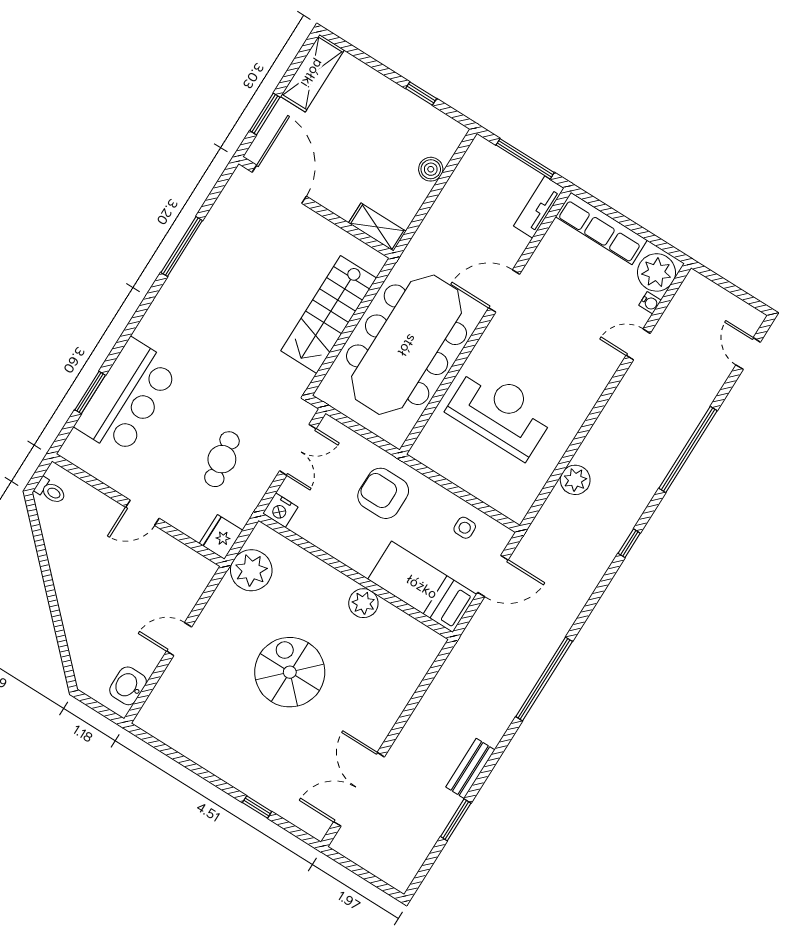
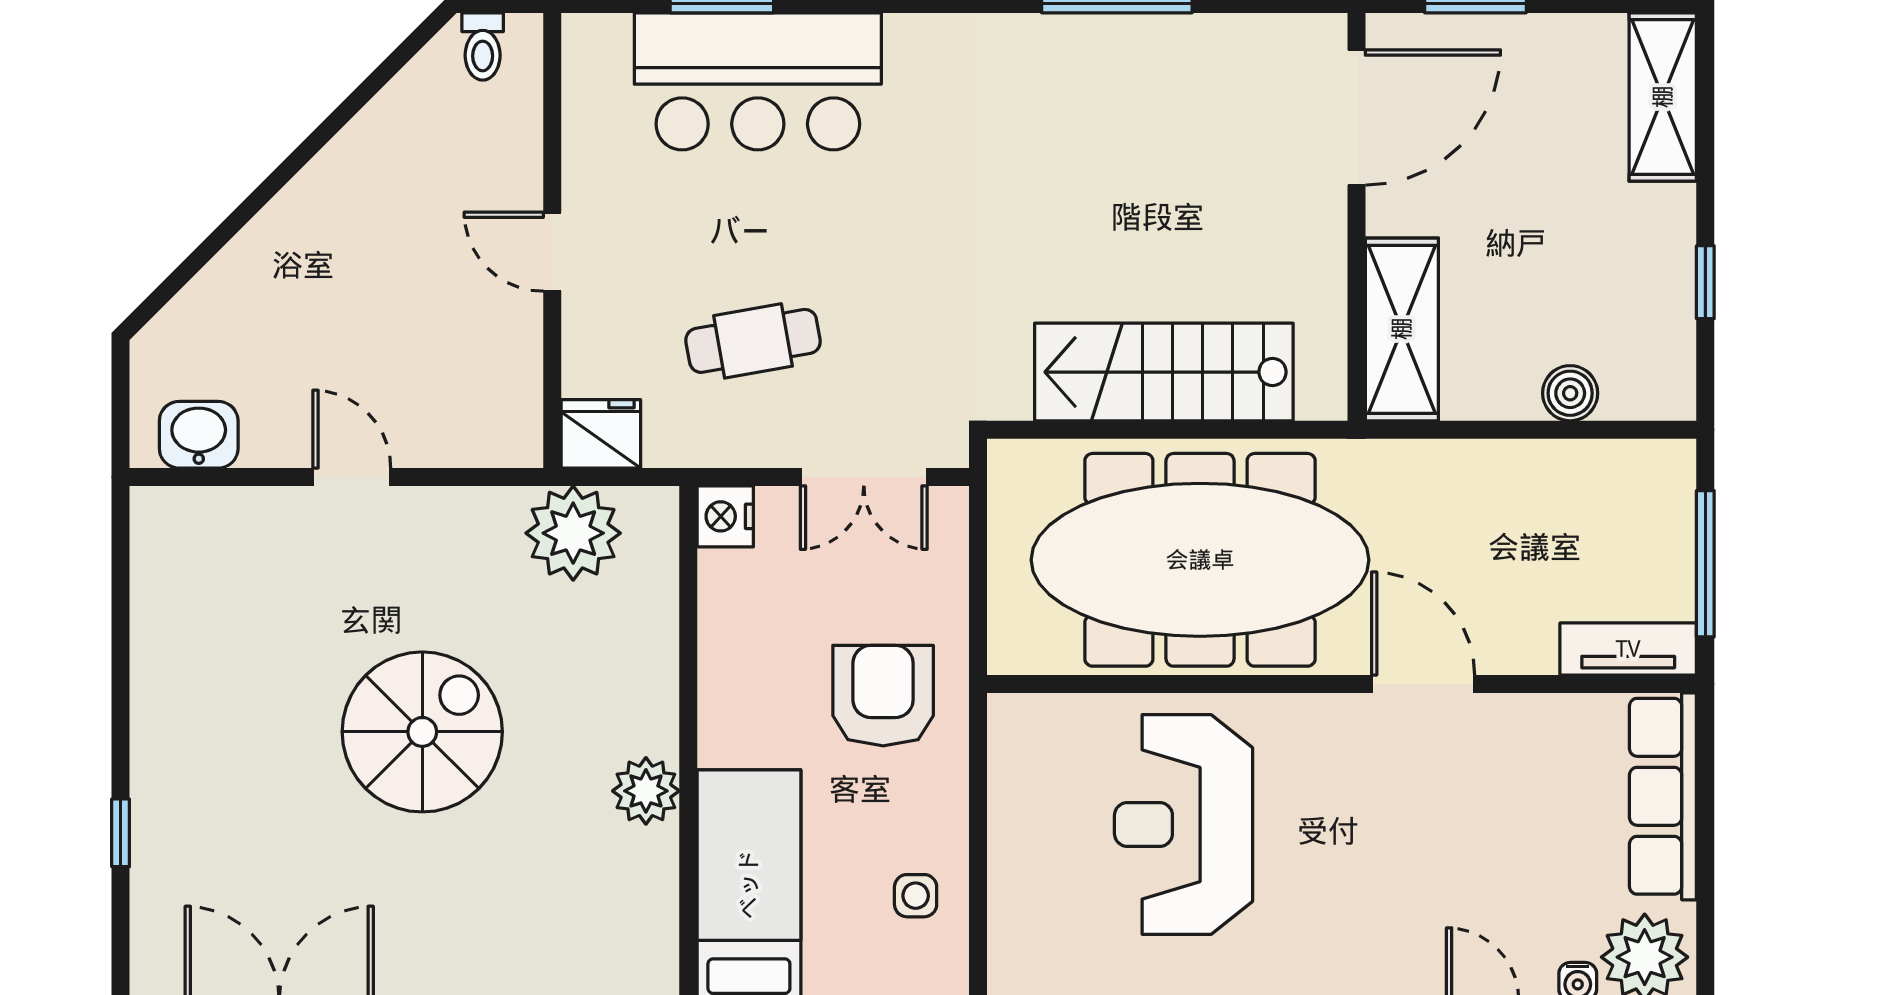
shelving: (312, 73) -> (1663, 97), moved, turned 90
shelving: (377, 227) -> (1402, 329), width x1.50, depth x1.33
reception desk: (501, 412) -> (1183, 824), turned 180

